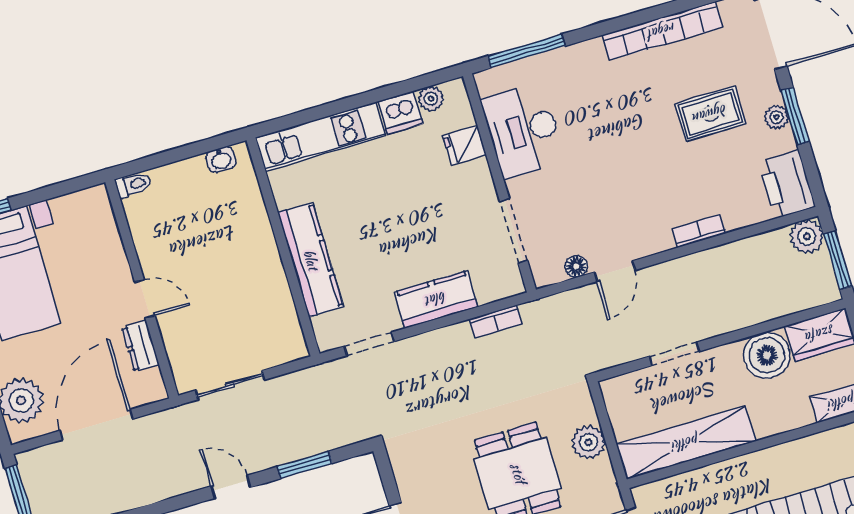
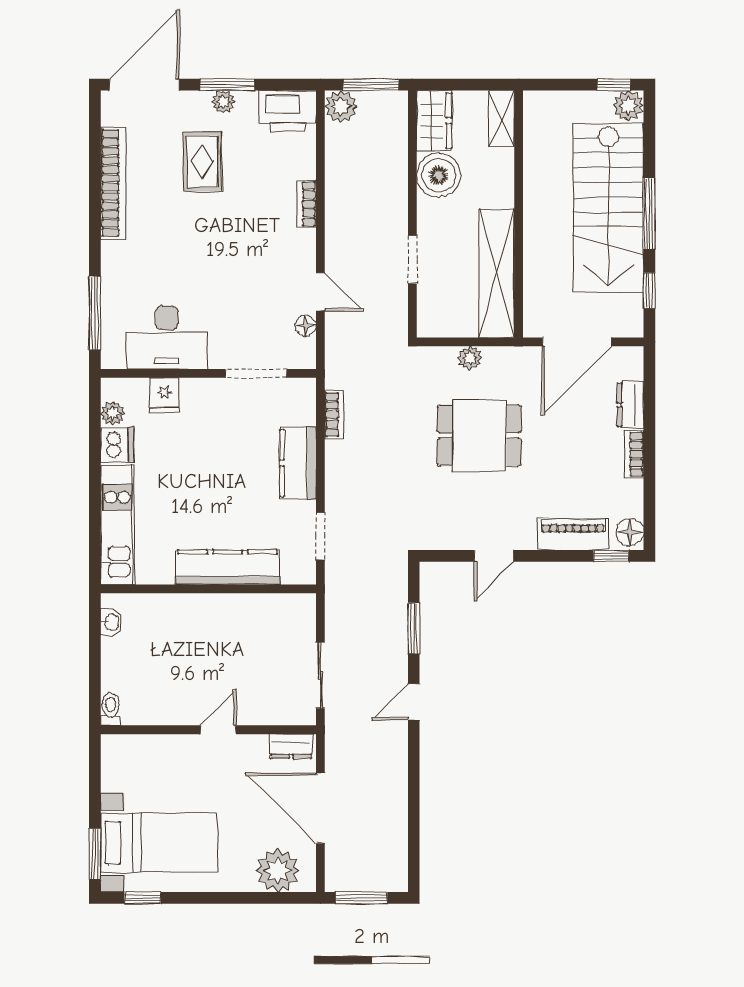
dresser: (140, 346) -> (291, 746), moved
plant: (589, 442) -> (470, 358), width x0.73, depth x0.73

